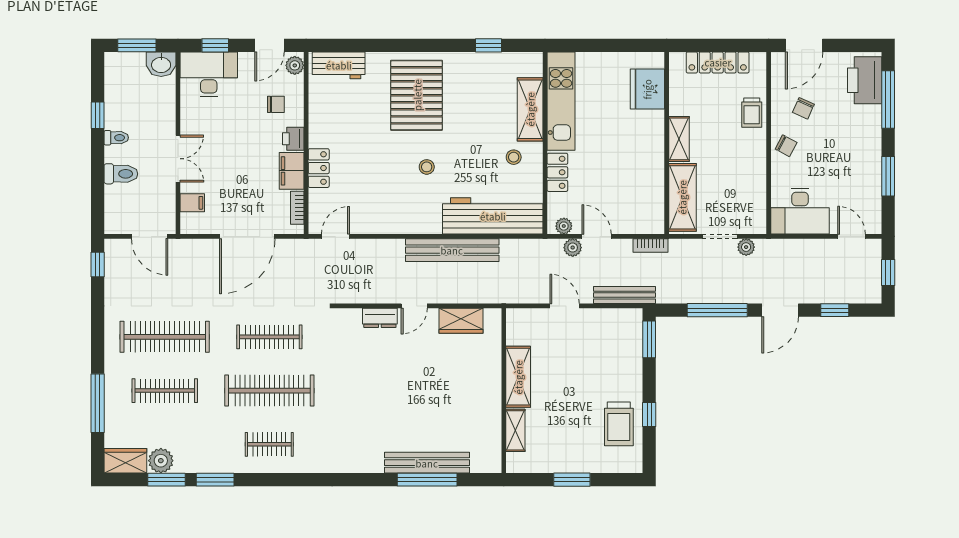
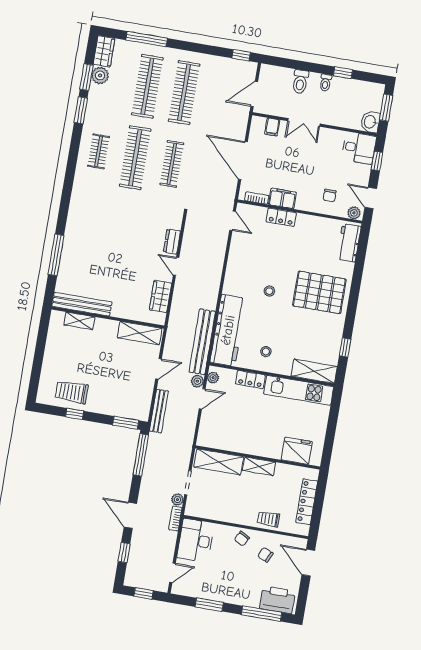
desk: (209, 74) -> (359, 148), width x0.73
shelving: (530, 109) -> (314, 371), moved
printer: (293, 139) -> (304, 203), removed
bookcase: (650, 246) -> (175, 519), moved
bench: (452, 250) -> (202, 342), moved
window: (717, 310) -> (141, 455), moved
shelving: (518, 377) -> (140, 333), moved
clothes rail: (165, 391) -> (147, 86), width x1.37, depth x1.31
bench: (427, 463) -> (82, 304), moved, turned 90
window: (572, 480) -> (39, 354), removed

